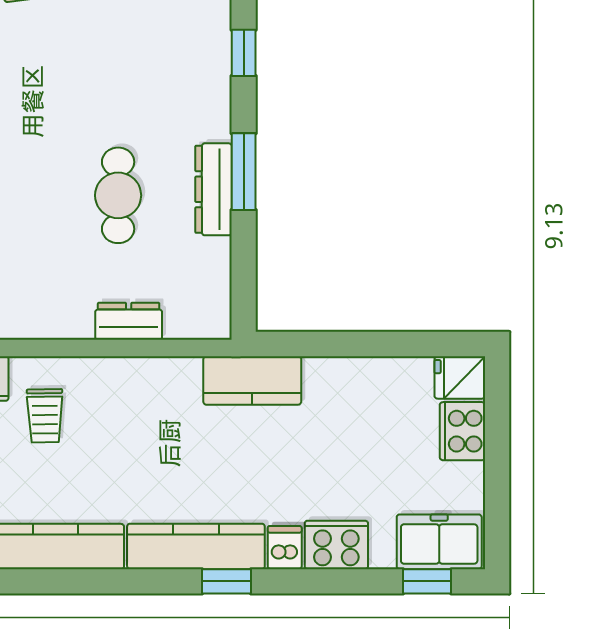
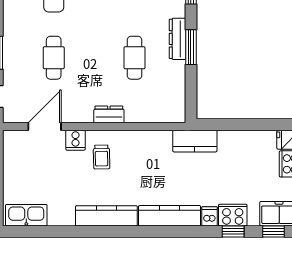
dresser: (213, 189) -> (177, 39), moved
dresser: (129, 321) -> (109, 114), moved
window: (226, 581) -> (233, 232), moved

